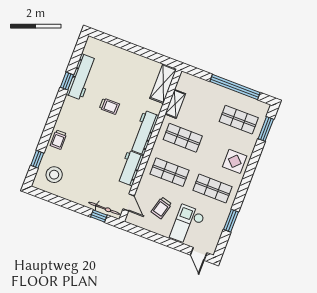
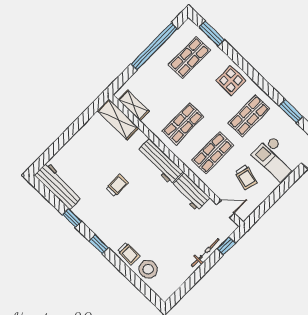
workbench: (81, 77) -> (58, 186), moved
shelving: (175, 104) -> (134, 105), moved
window: (37, 159) -> (99, 244), moved
stool: (54, 175) -> (148, 269), moved
bicycle: (104, 208) -> (205, 253), moved

